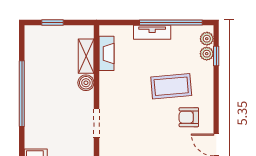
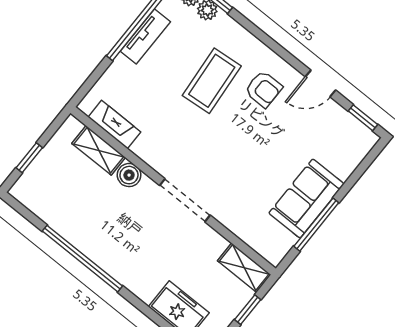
tv unit: (152, 32) -> (145, 36), moved
armchair: (189, 117) -> (264, 89), turned -90
doorway: (96, 123) -> (185, 200), width x1.38

